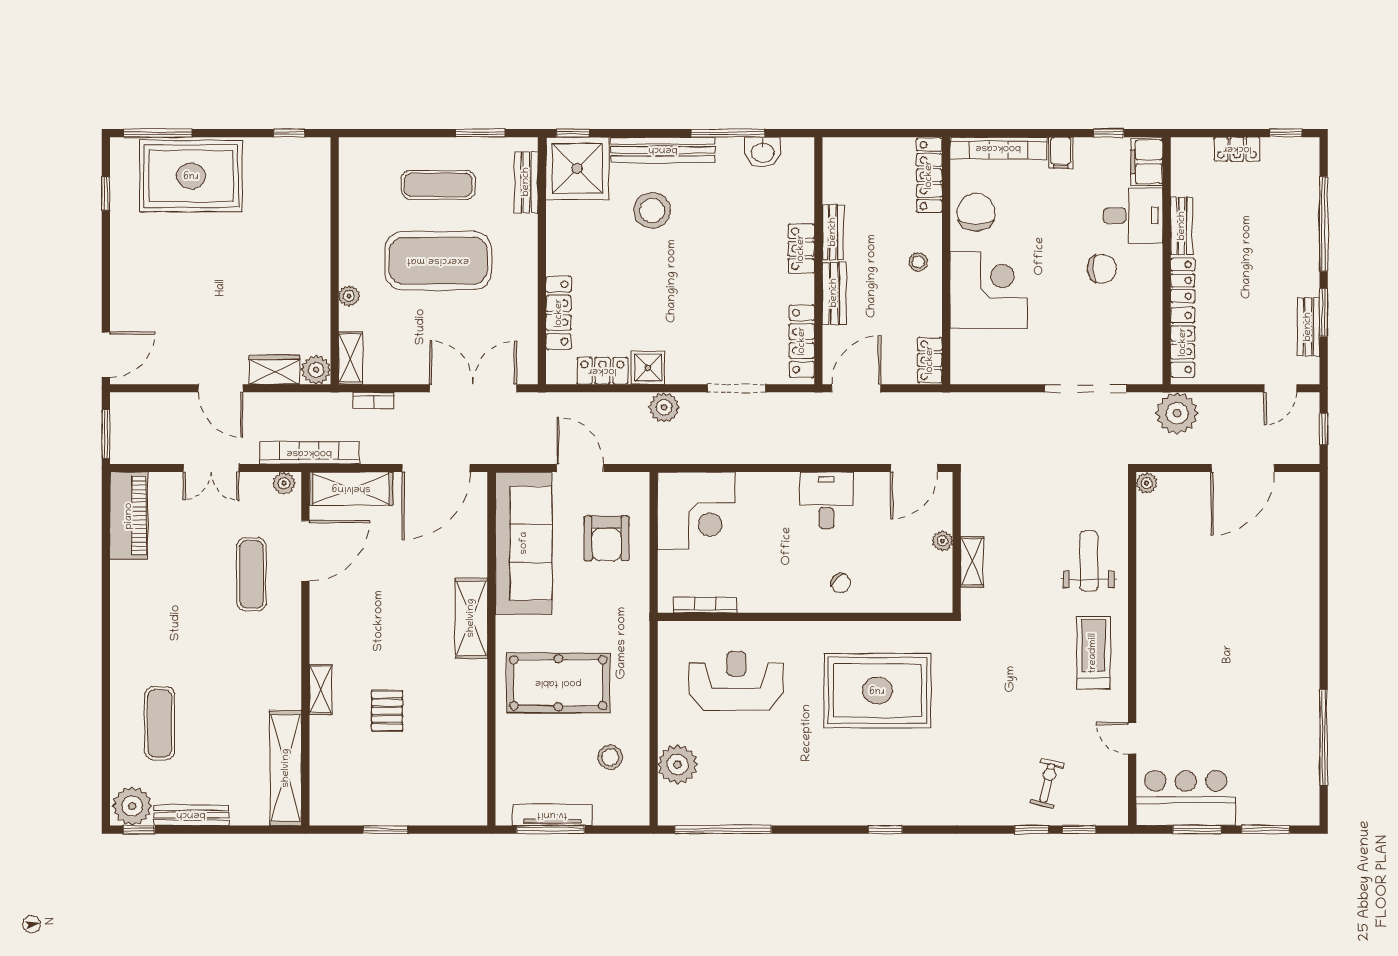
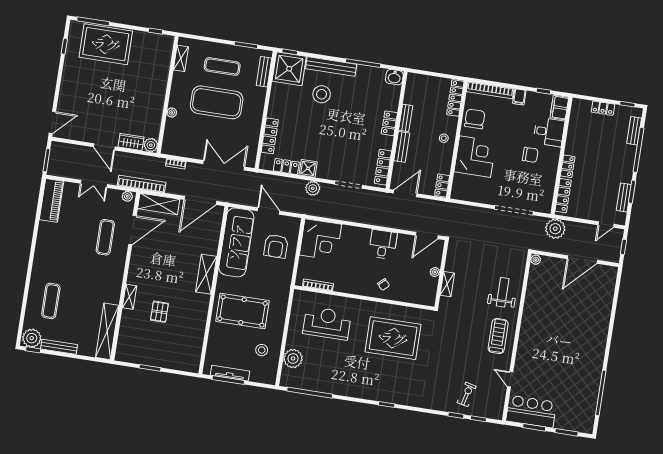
washbasin: (763, 152) -> (394, 77), moved
bench: (1182, 226) -> (634, 131), moved
shelving: (350, 358) -> (181, 58), moved

